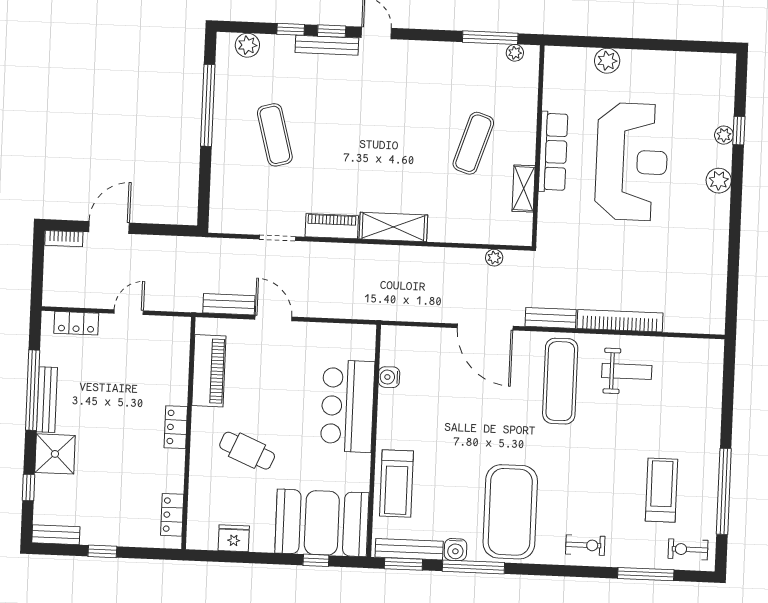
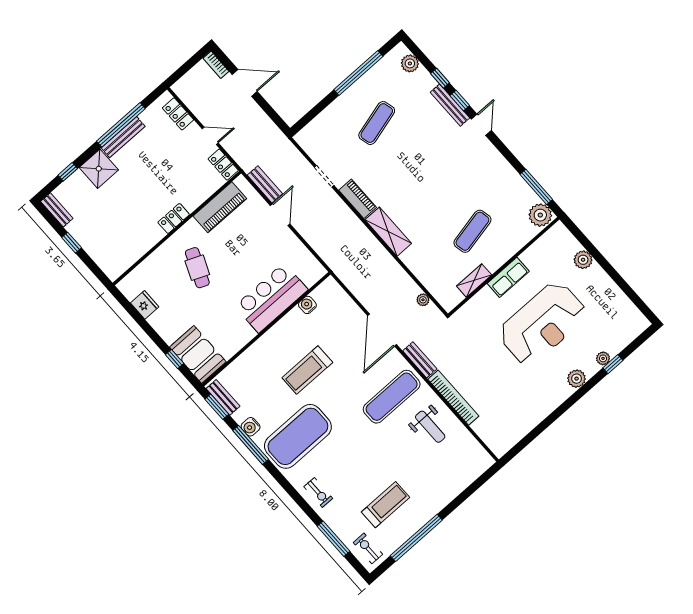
plant: (515, 53) -> (540, 215), width x1.88, depth x1.88
exercise mat: (473, 143) -> (472, 231), turned -30
row of seats: (553, 152) -> (508, 277), width x0.68
treadmill: (397, 484) -> (307, 370), moved
locker: (172, 515) -> (223, 165), moved, turned -90
booth: (322, 523) -> (198, 354), width x0.73, depth x0.70
bench: (409, 549) -> (223, 397), width x0.73

